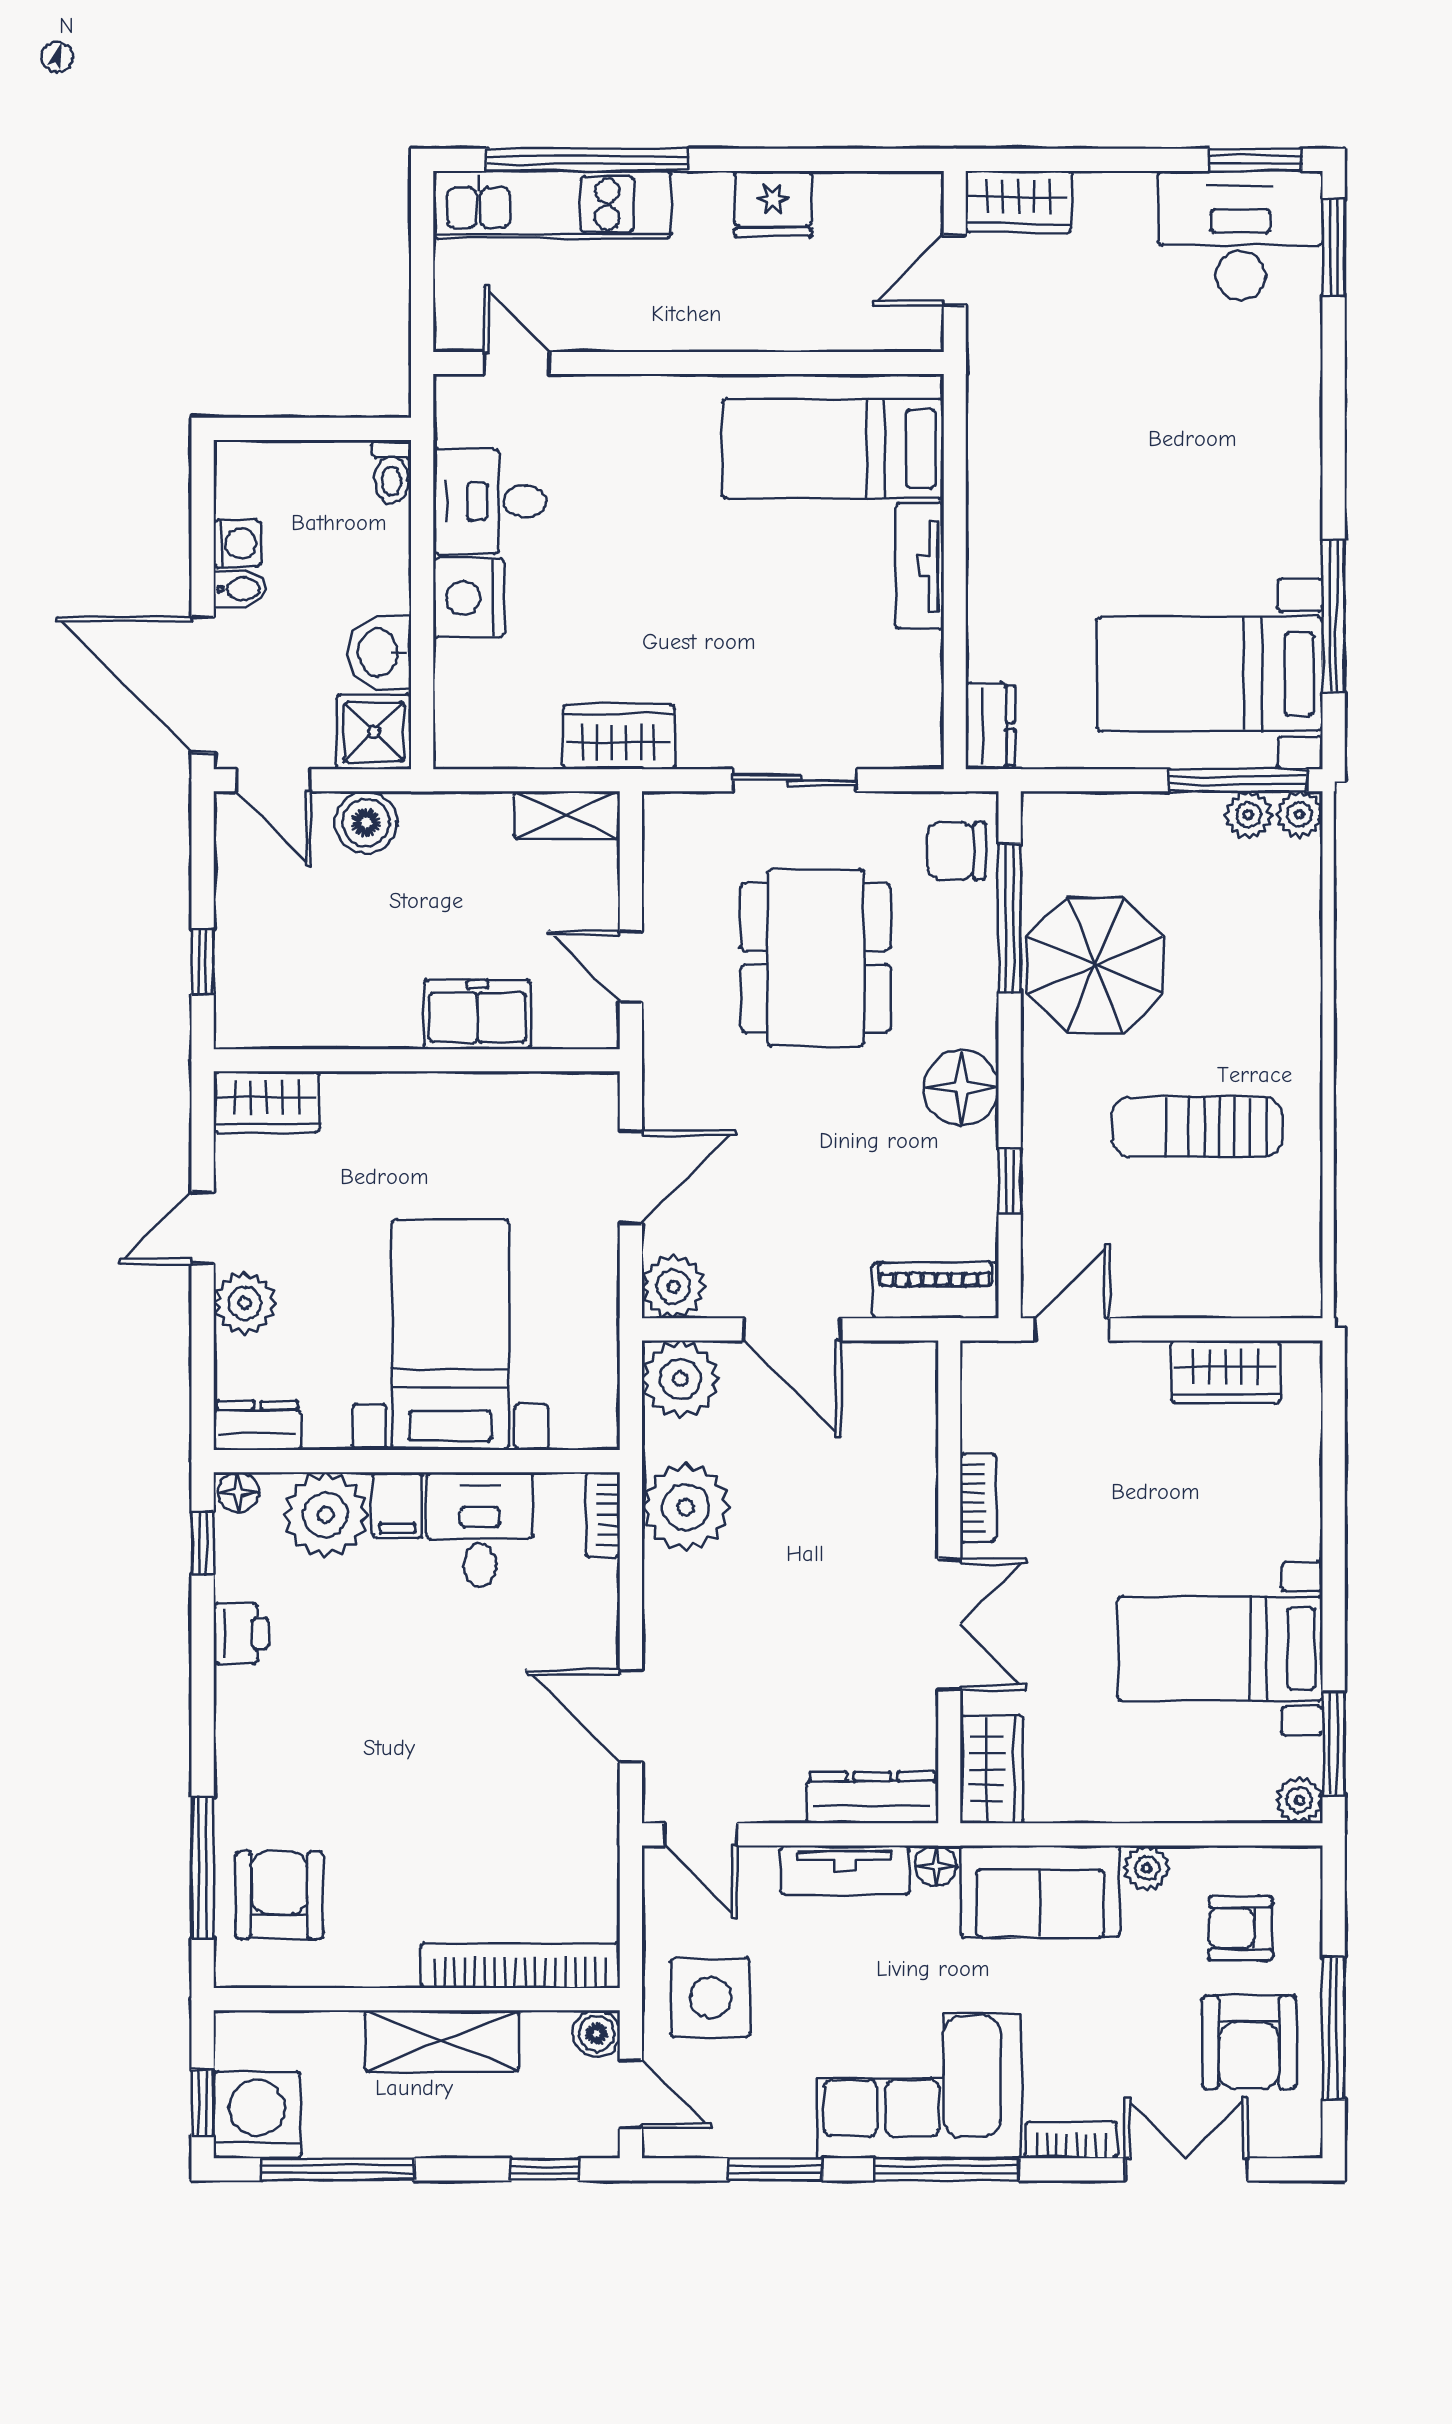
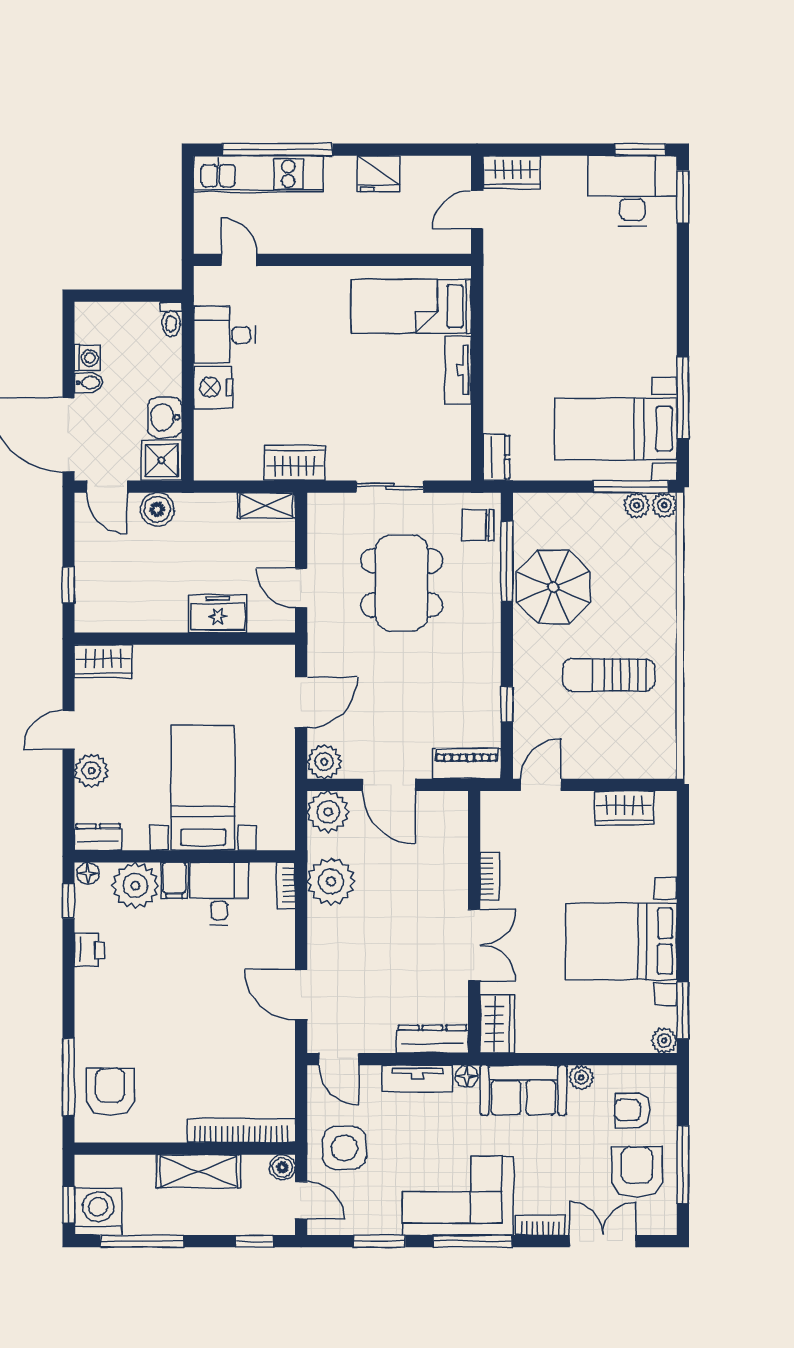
floor lamp: (961, 1088) -> (480, 654), removed
bed with nightstands: (1220, 1649) -> (621, 941), width x1.36
armchair: (1249, 2042) -> (637, 1172), turned 180

